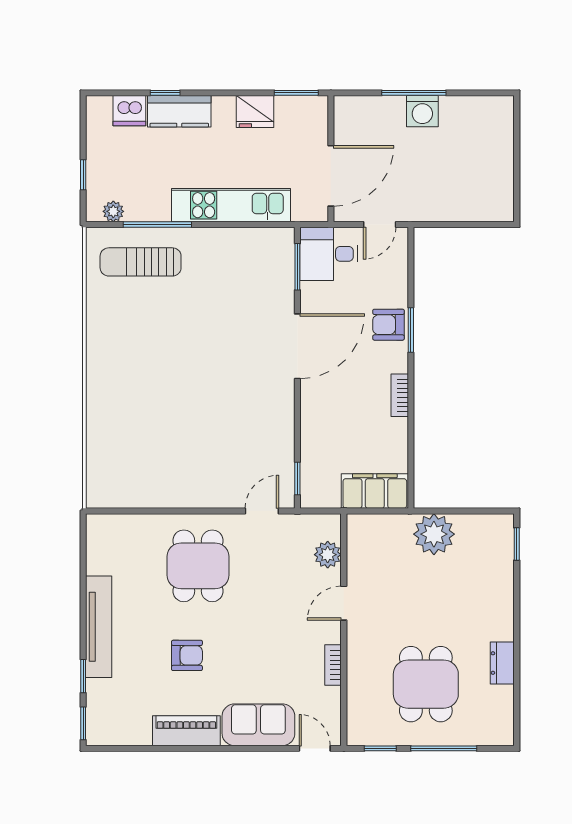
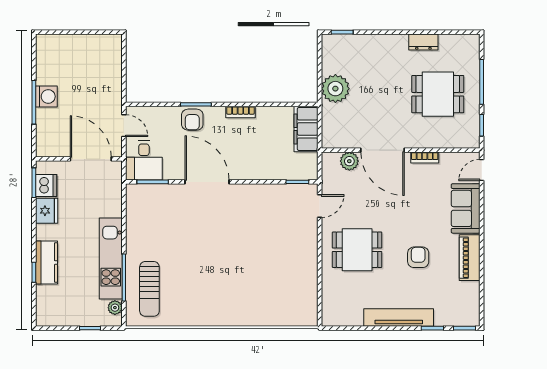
dishwasher: (129, 111) -> (46, 185), moved
kitchen unit: (231, 205) -> (111, 258), moved
door: (262, 511) -> (320, 206), swing flipped
door: (344, 603) -> (383, 150), width x1.88

